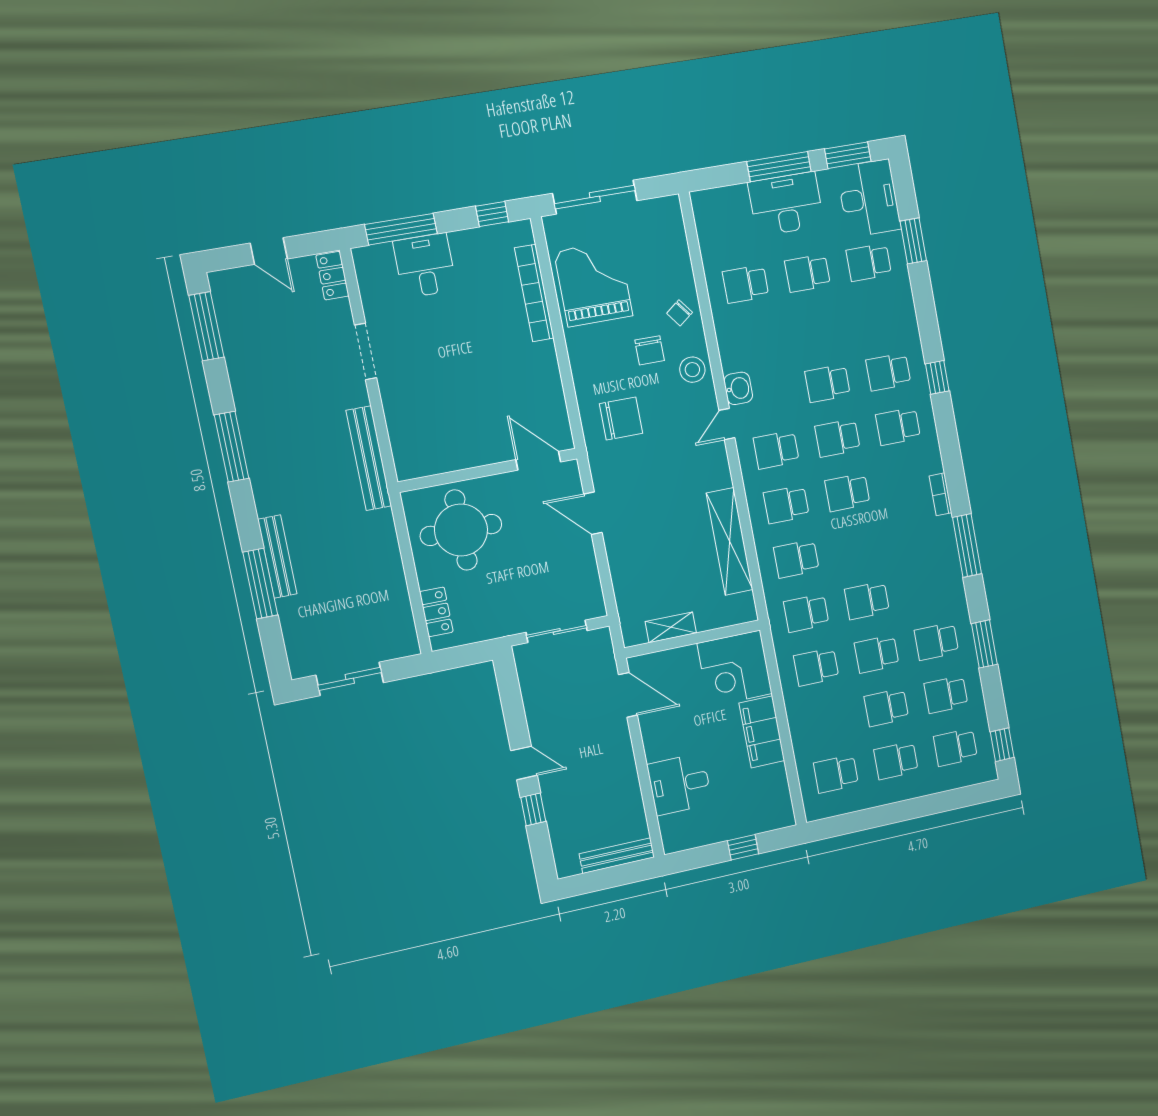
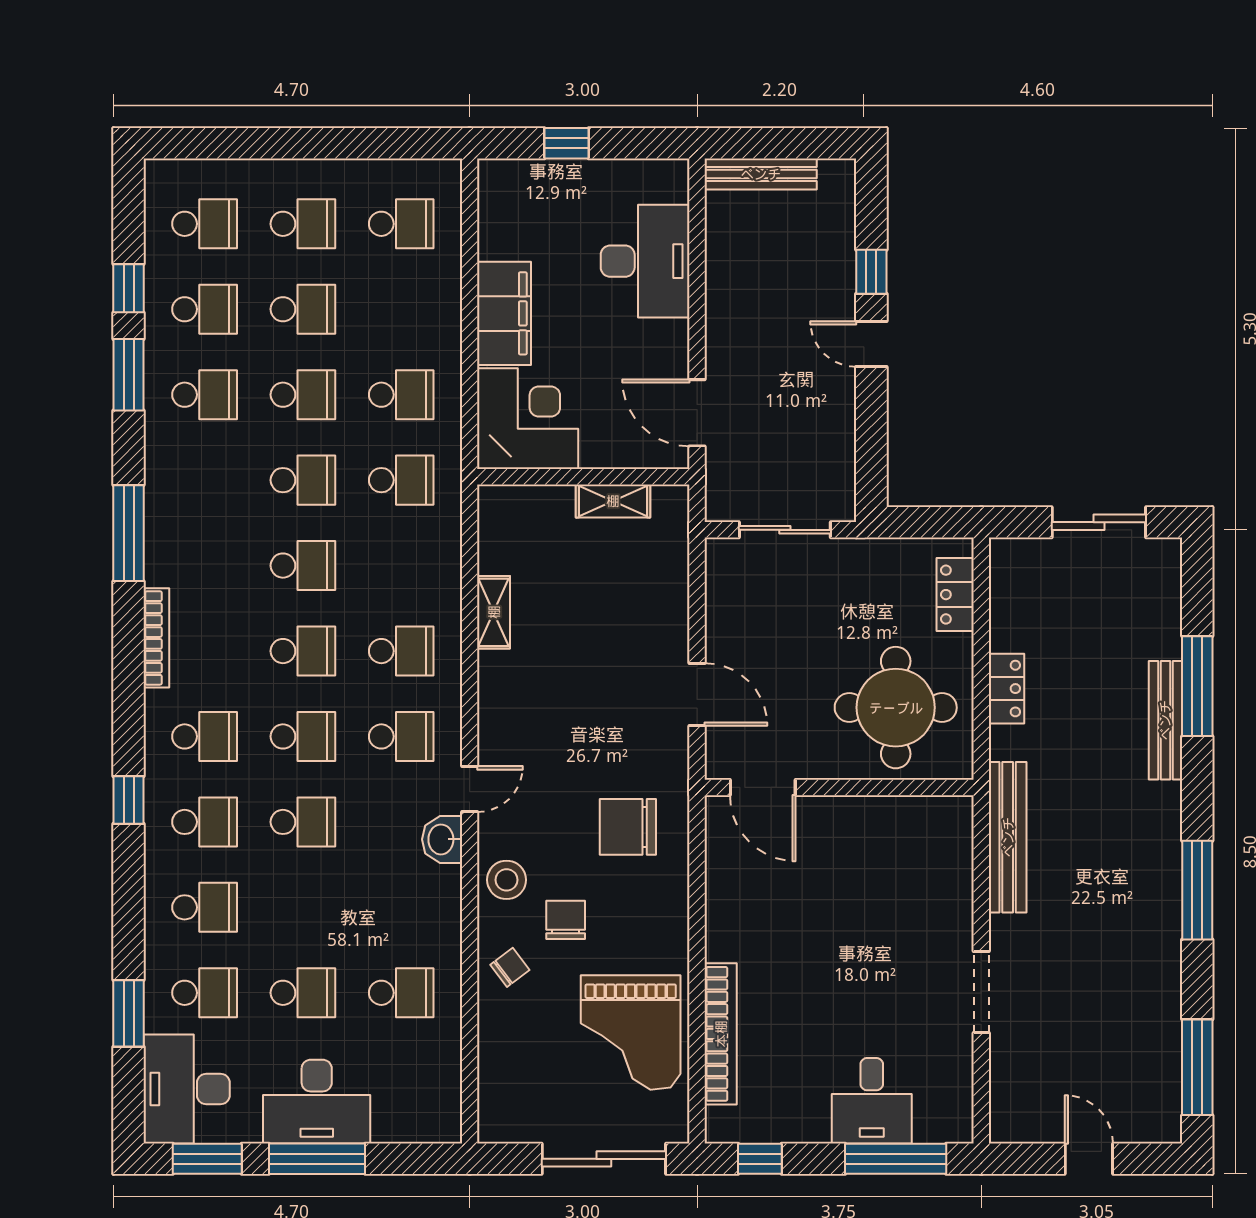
locker: (332, 276) -> (1007, 689), moved
school desk: (879, 317) -> (205, 907), added
bookcase: (940, 494) -> (156, 638), width x1.56
shelving: (729, 541) -> (494, 612), width x0.45, depth x0.75
school desk: (796, 559) -> (303, 566), moved
window: (1002, 745) -> (129, 288), moved
desk: (680, 784) -> (645, 261), width x1.37

